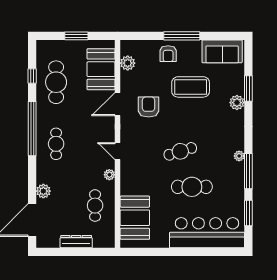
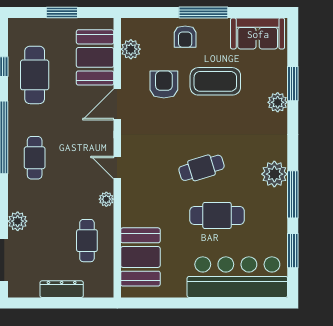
armchair: (149, 107) -> (164, 84), moved
plant: (239, 156) -> (274, 174), width x1.87, depth x1.87

